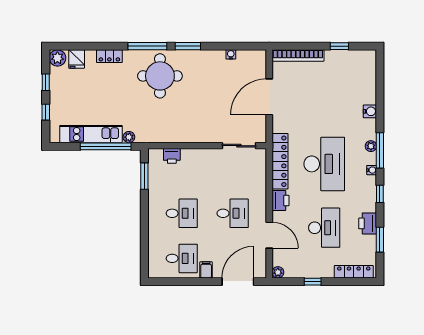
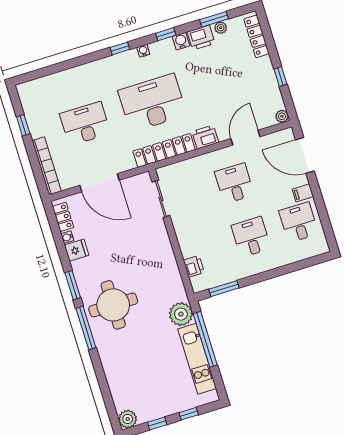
locker: (109, 56) -> (63, 217), moved
fridge: (77, 59) -> (77, 250), moved
water cooler: (370, 111) -> (181, 41), moved
plant: (129, 137) -> (181, 314), width x1.88, depth x1.88
plant: (371, 146) -> (221, 28), moved
window: (380, 150) -> (120, 48), width x0.46
desk: (324, 228) -> (85, 124), moved

